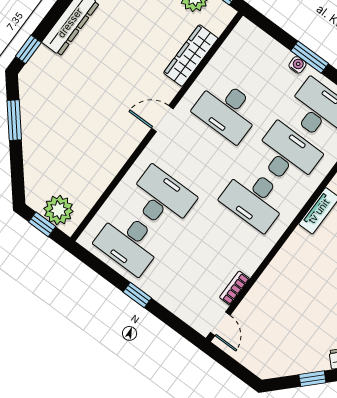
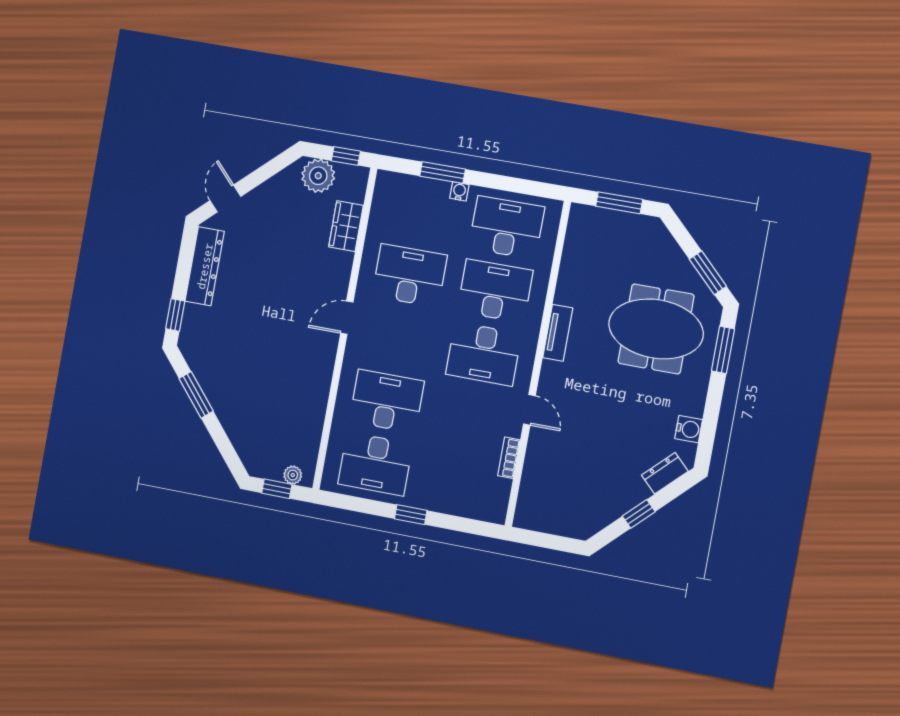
wardrobe: (191, 56) -> (346, 226), width x0.67
window: (310, 57) -> (443, 173), moved
desk: (227, 110) -> (409, 276), turned 180
plant: (58, 210) -> (293, 475), width x0.53, depth x0.53
door: (220, 324) -> (529, 410), moved

